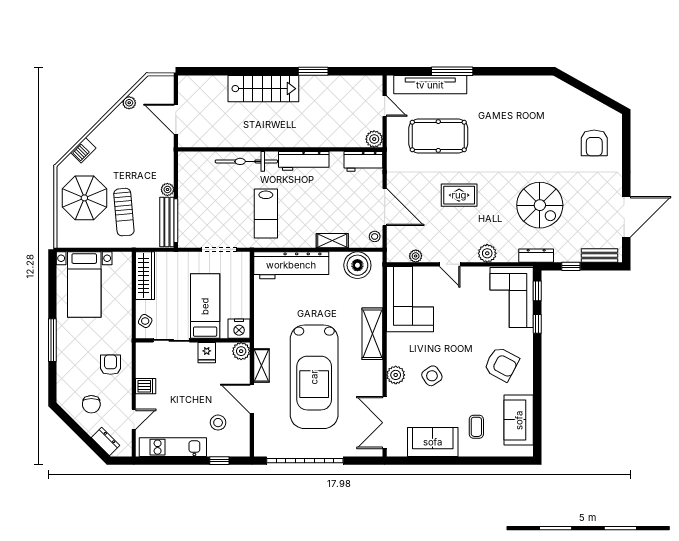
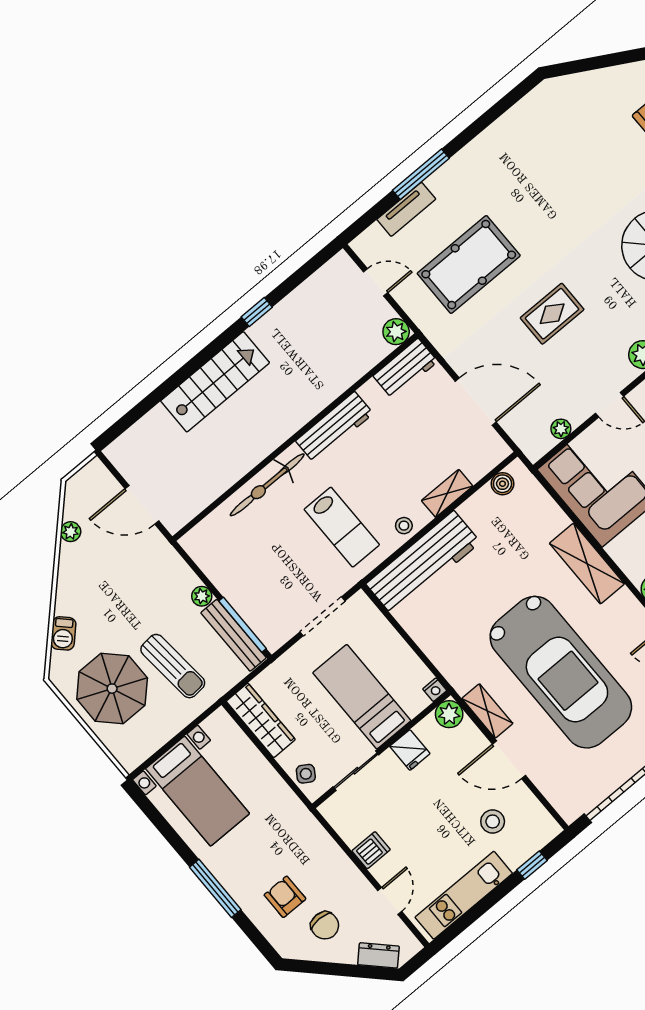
window: (313, 71) -> (257, 312), width x0.67
tv unit: (430, 85) -> (406, 209), width x0.52, depth x0.78
stool: (375, 236) -> (404, 526), moved
boiler: (357, 265) -> (502, 484), width x0.54, depth x0.54
nightstand: (239, 329) -> (435, 690), width x0.53, depth x0.56
armchair: (111, 365) -> (285, 897), moved

